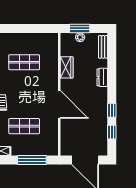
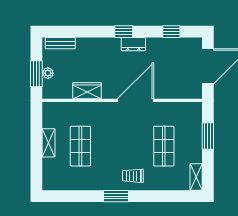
shelving: (27, 38) -> (48, 143), added
dresser: (102, 77) -> (133, 44), moved
window: (112, 110) -> (124, 32), moved
window: (32, 160) -> (208, 136), width x0.69

